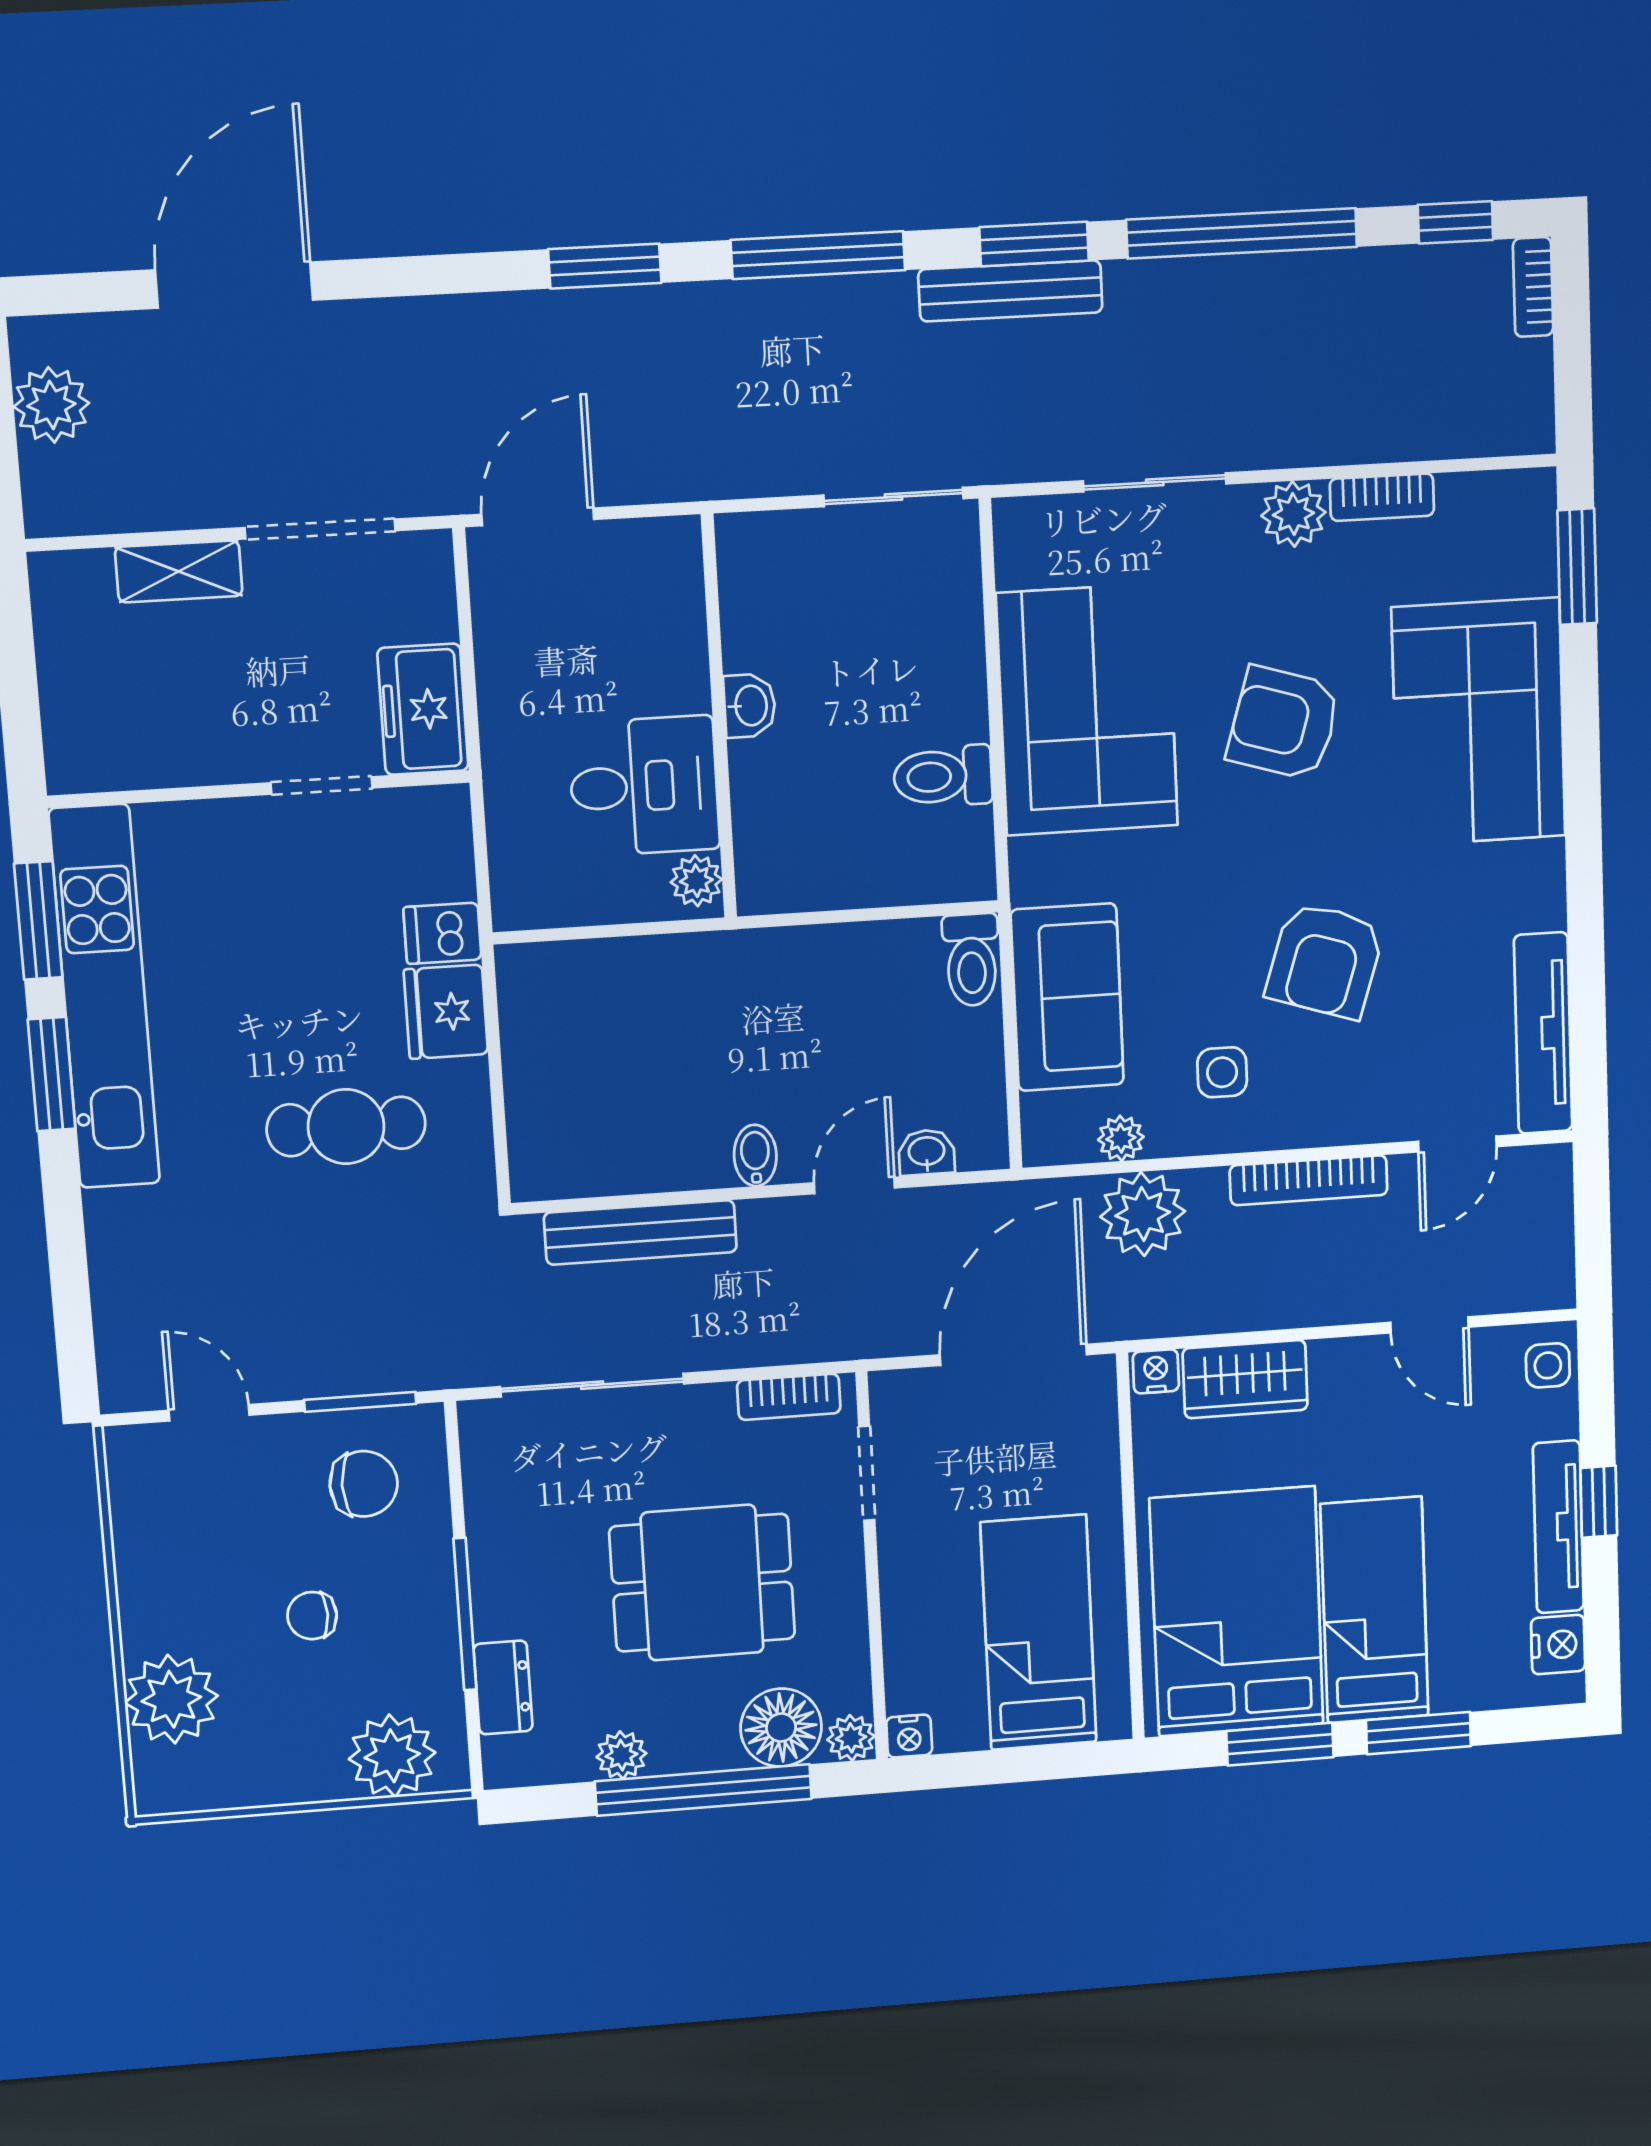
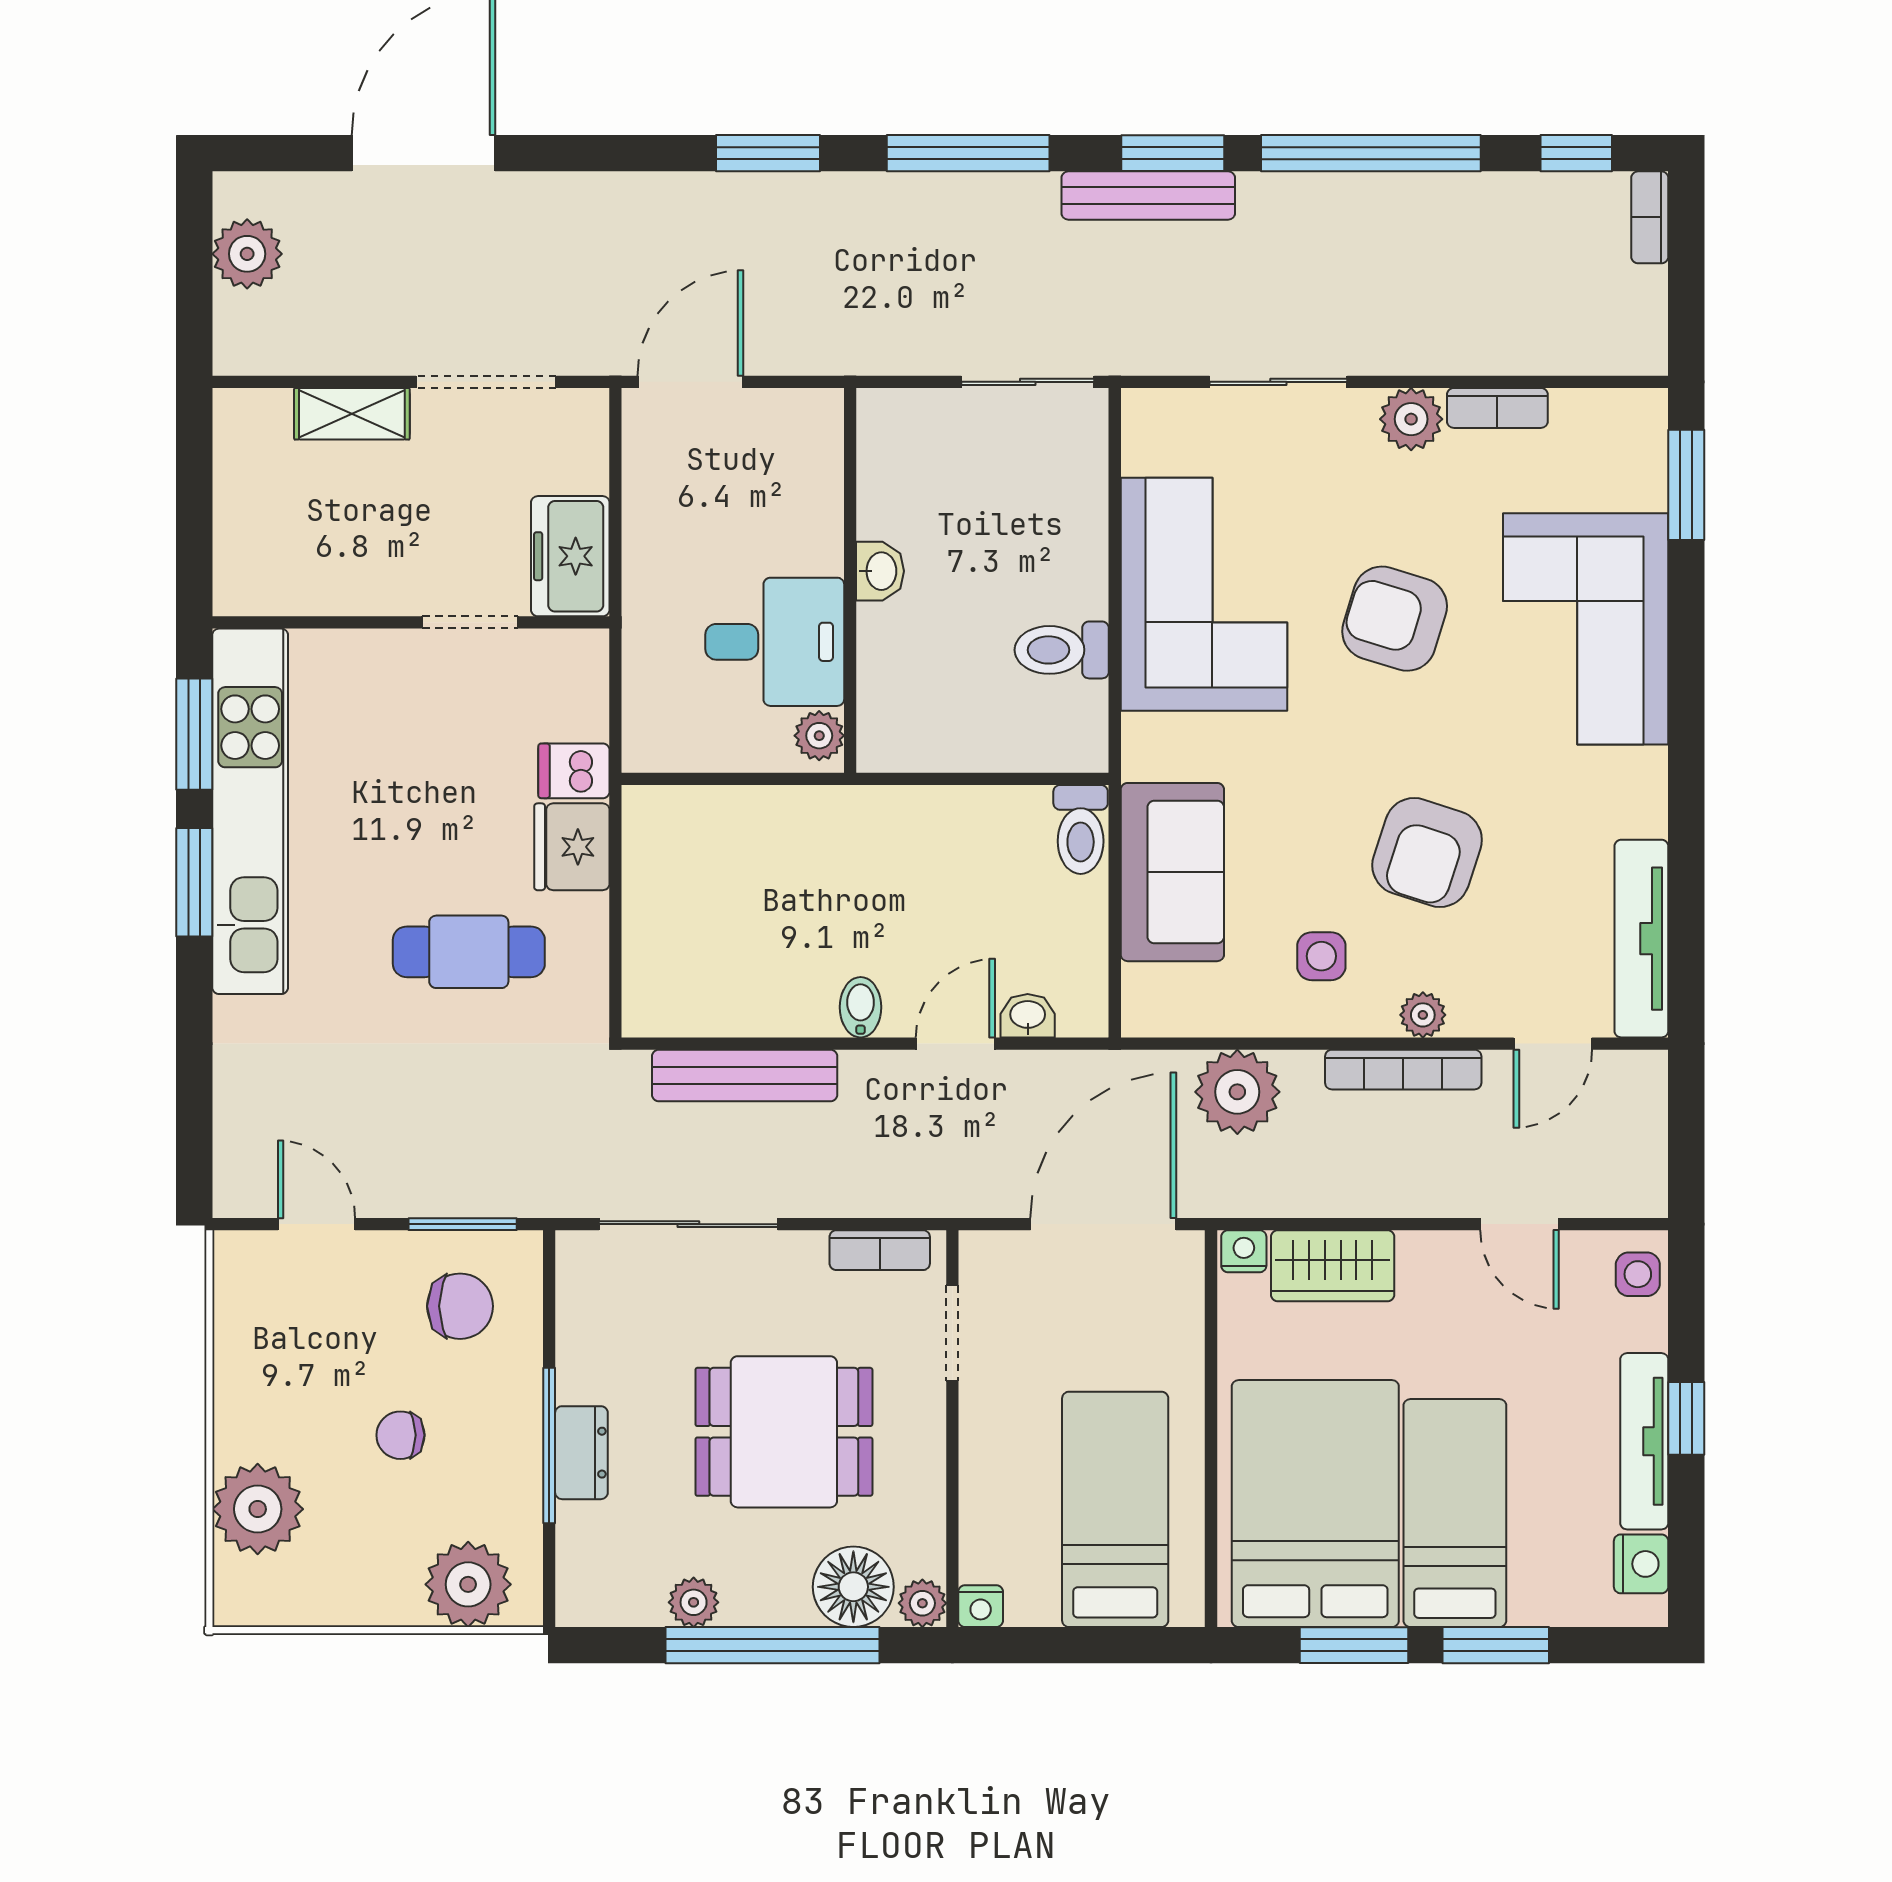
plant: (1121, 1138) -> (1423, 1015), moved
dresser: (503, 1687) -> (581, 1453), moved

